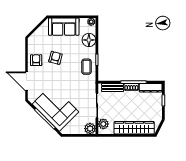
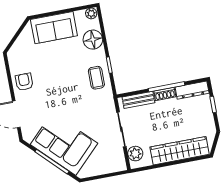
armchair: (55, 58) -> (51, 73), removed
plant: (90, 129) -> (118, 163), removed

